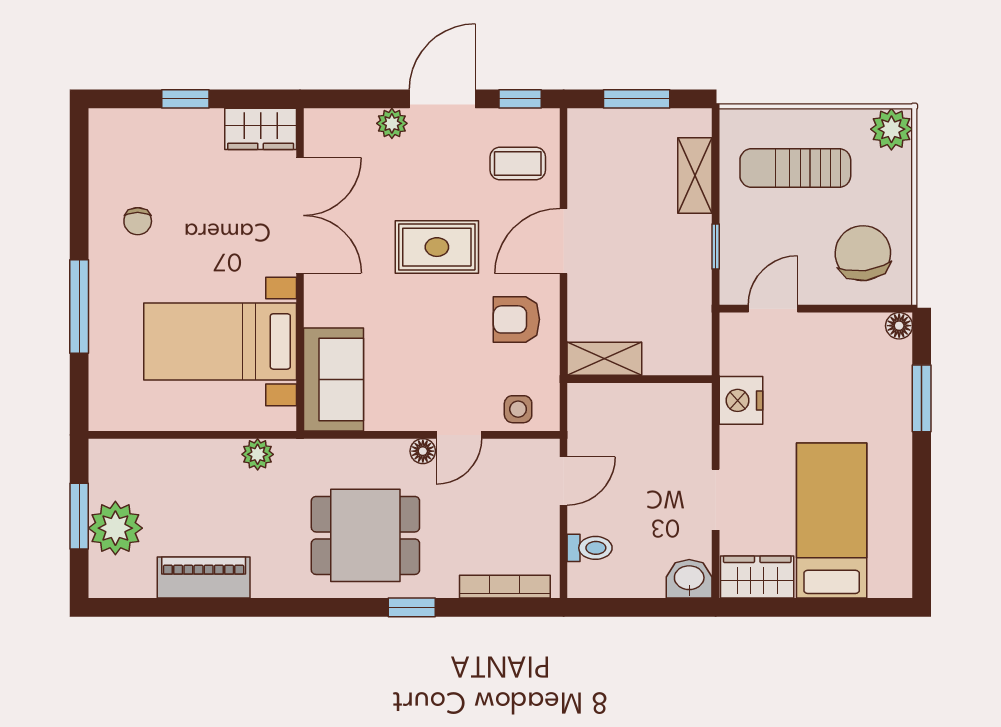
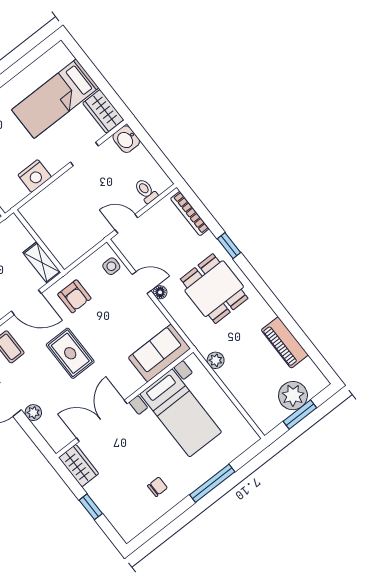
shelving: (604, 359) -> (42, 262), moved
wall: (640, 379) -> (39, 241), moved

